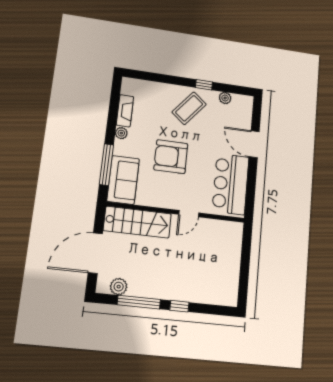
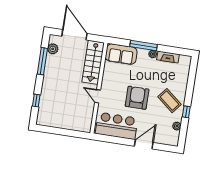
armchair: (171, 157) -> (137, 98), moved
window: (106, 165) -> (144, 46), moved
window: (179, 306) -> (36, 100), moved

